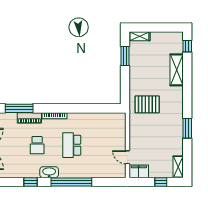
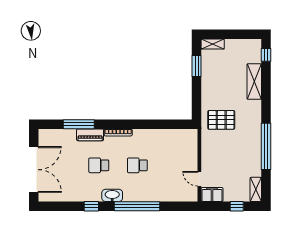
window: (187, 128) -> (266, 146), width x2.11
school desk: (37, 145) -> (99, 165), turned 90
school desk: (72, 145) -> (137, 165), width x0.54

